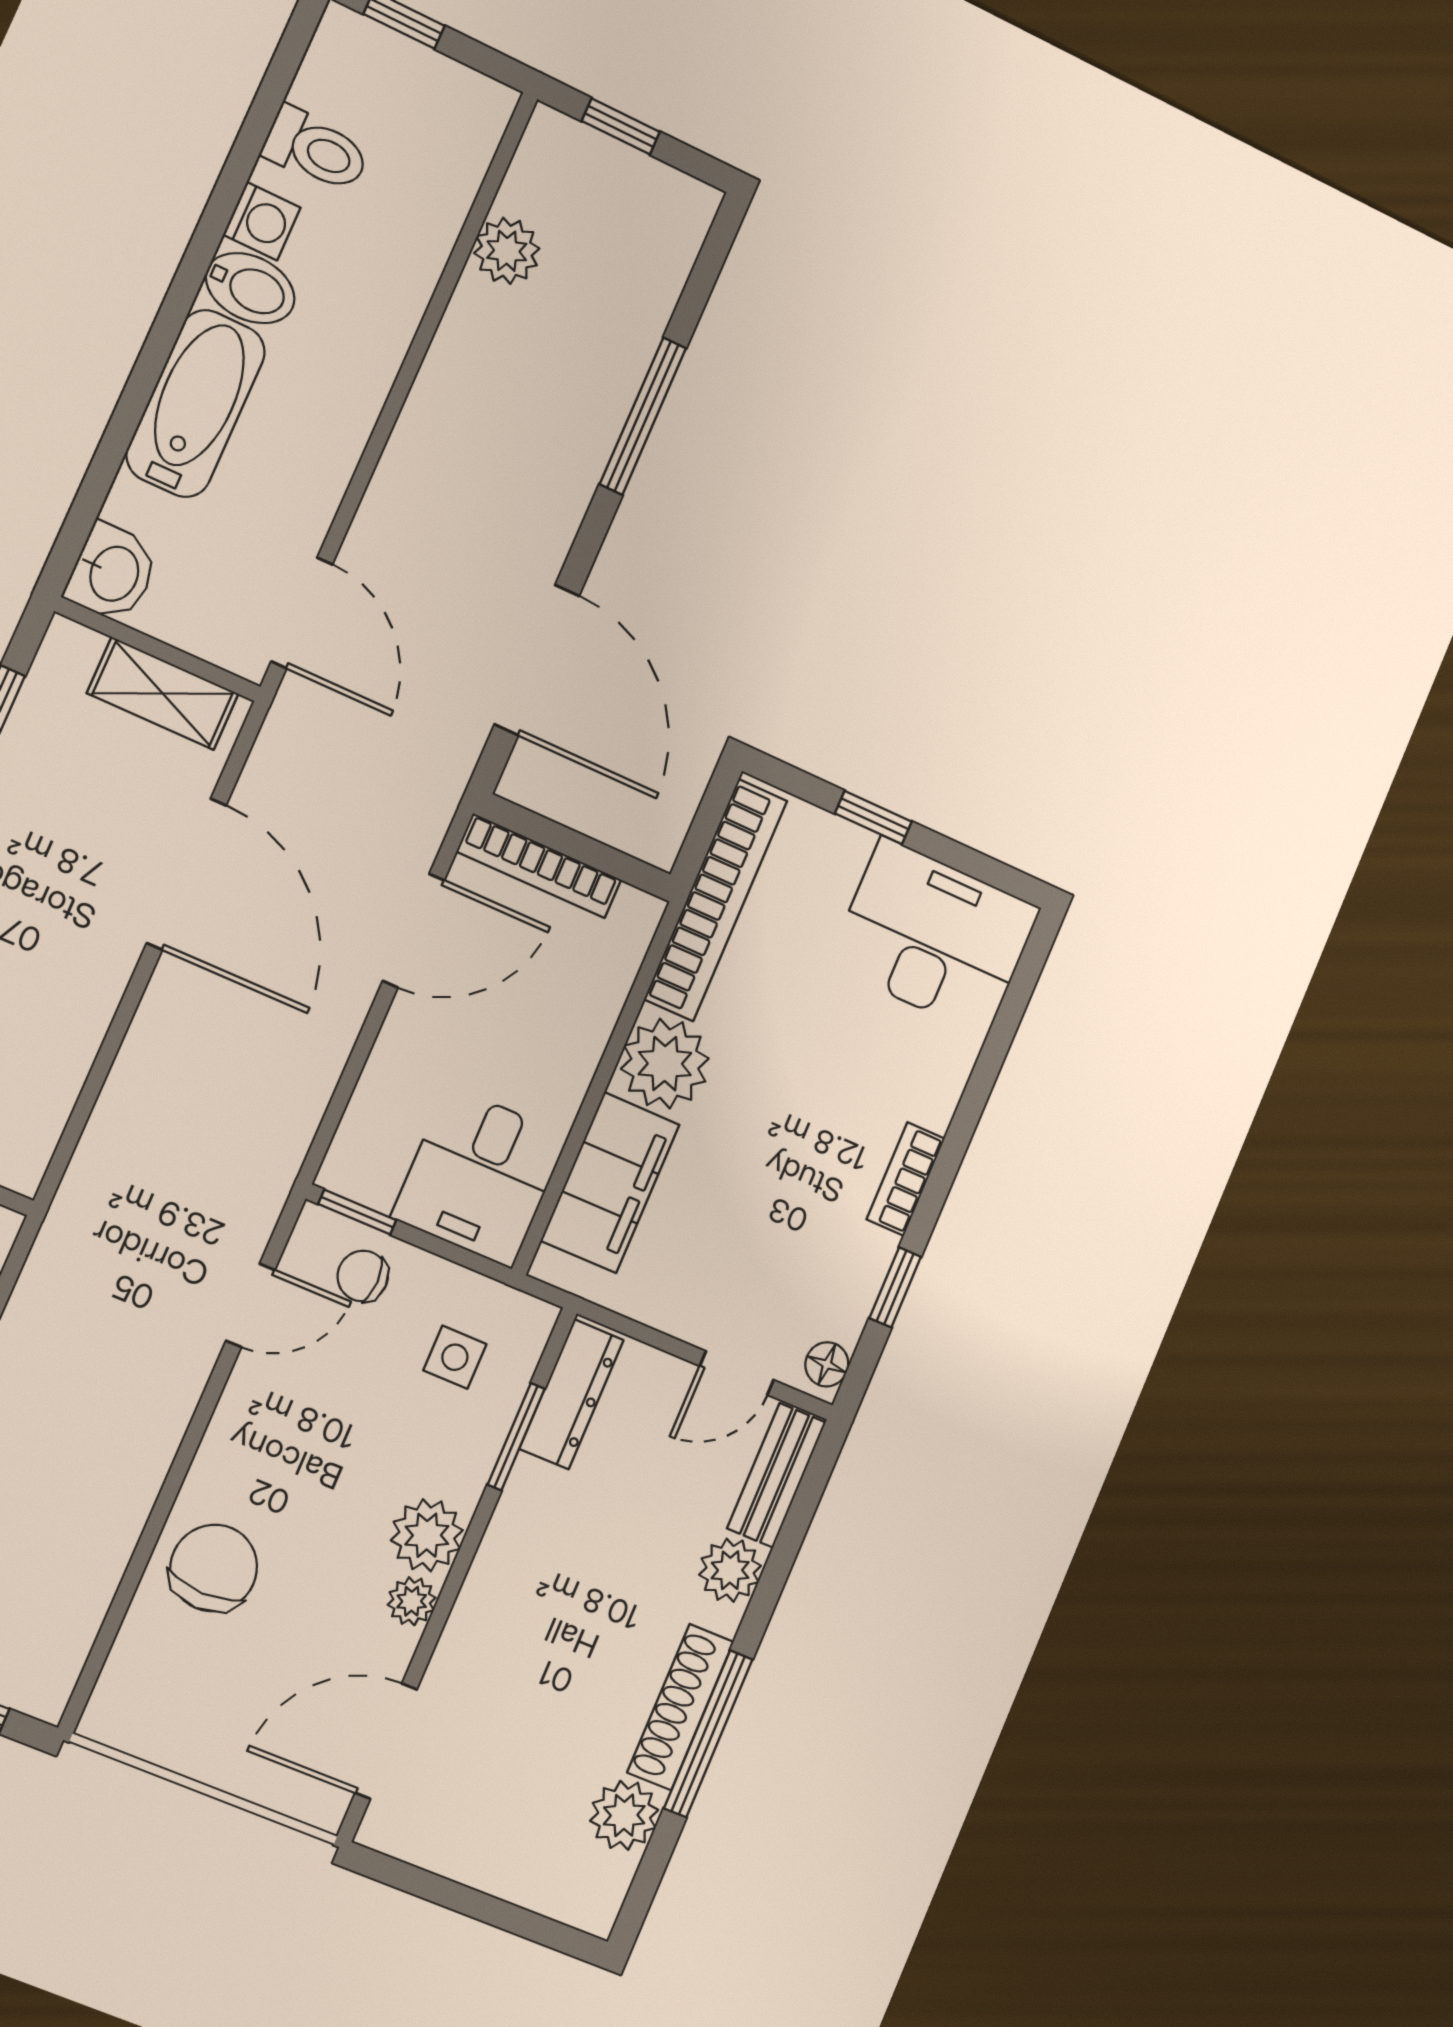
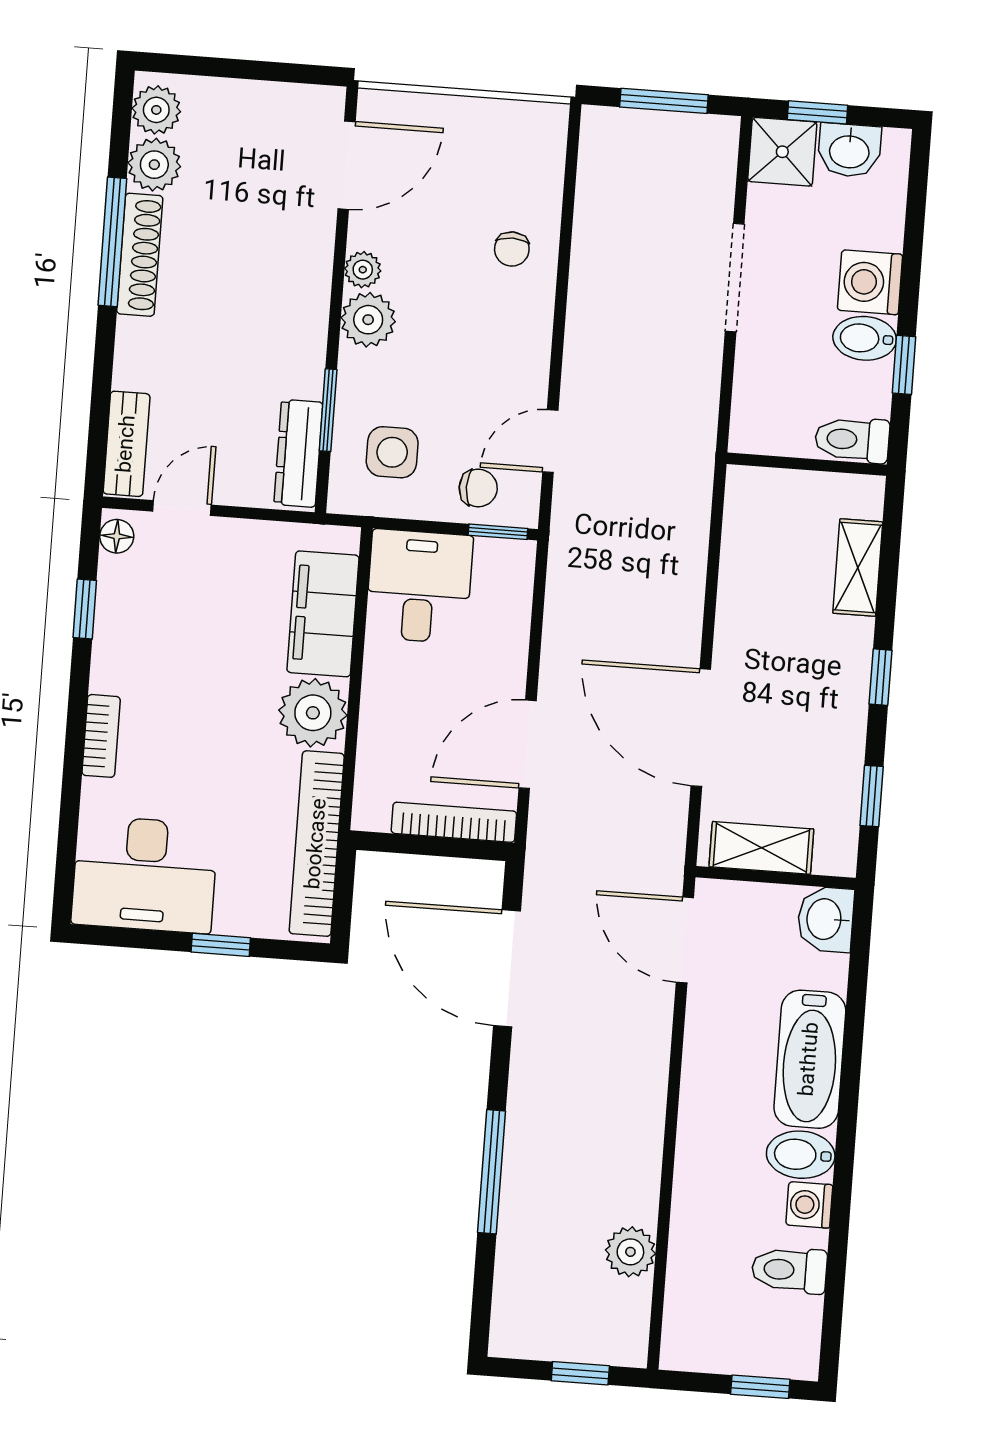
bookcase: (906, 1179) -> (101, 736), moved
side table: (455, 1357) -> (392, 452), width x1.37, depth x1.37
chair: (214, 1568) -> (512, 249), width x0.54, depth x0.54
plant: (730, 1570) -> (156, 110), moved

